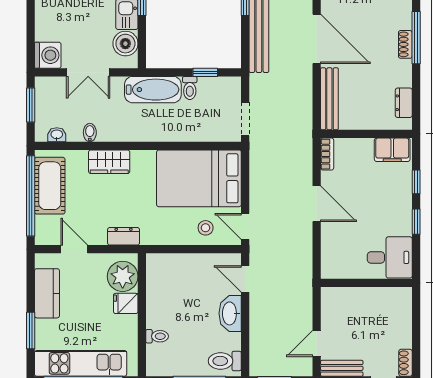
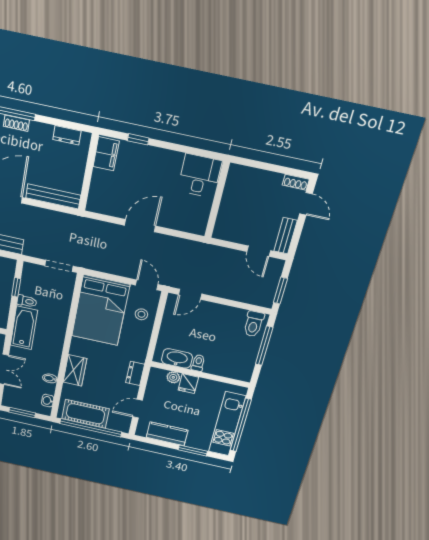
bookcase: (327, 154) -> (100, 208), removed
window: (416, 222) -> (173, 147), removed
door: (245, 226) -> (147, 285), swing flipped
plant: (123, 276) -> (173, 377), width x0.53, depth x0.53
washbasin: (230, 313) -> (177, 358), moved, turned 180
toilet: (157, 336) -> (198, 363), moved

